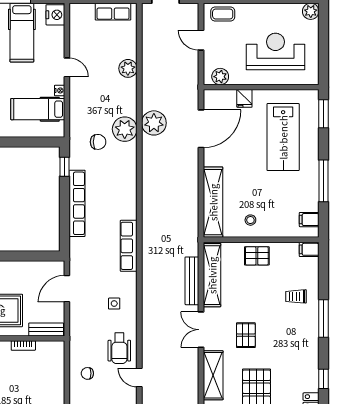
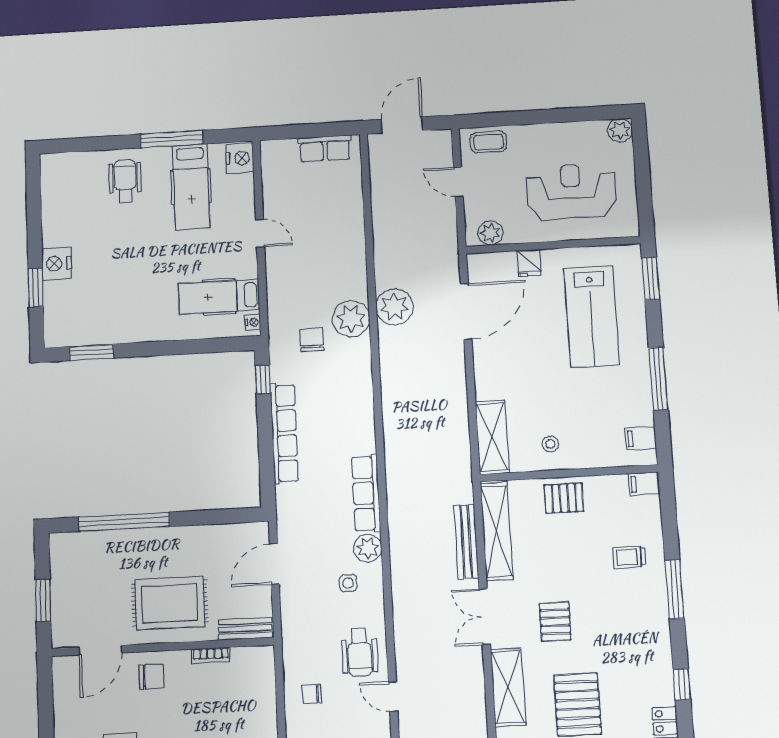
plant: (128, 68) -> (368, 548), moved
nightstand: (60, 90) -> (253, 322), moved
chair: (98, 142) -> (312, 340), turned -90
shelving: (213, 202) -> (492, 437), width x0.68

